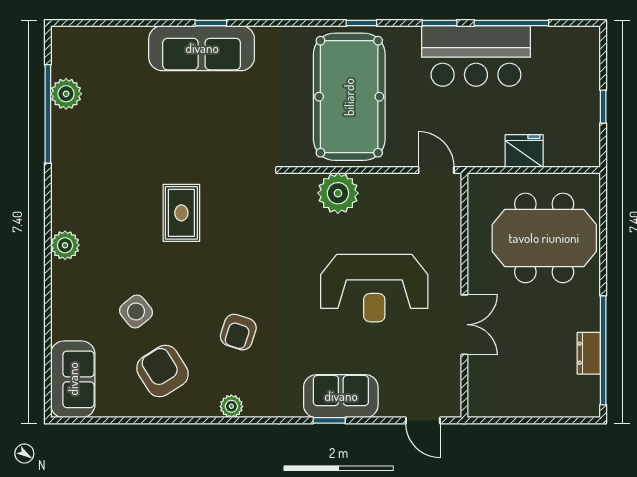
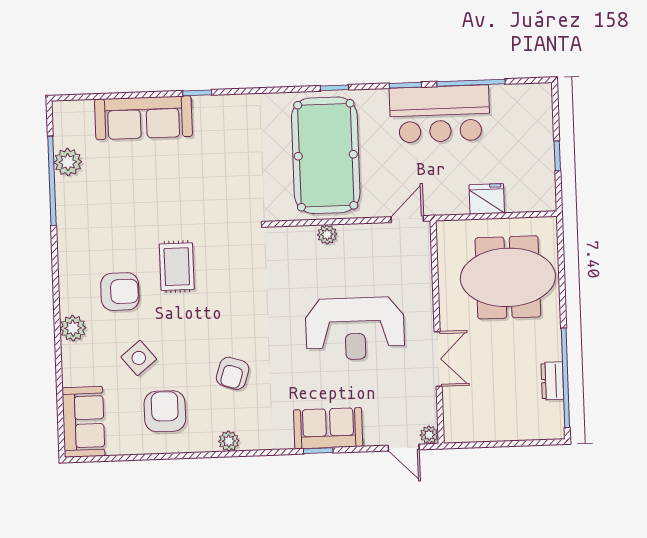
sofa: (202, 48) -> (143, 118), moved
door: (436, 170) -> (407, 219), hinge flipped
plant: (338, 193) -> (327, 234), width x0.53, depth x0.53
armchair: (118, 238) -> (120, 292), added
plant: (65, 245) -> (73, 328), moved
armchair: (162, 371) -> (165, 411), turned 32
plant: (451, 408) -> (429, 435), added

